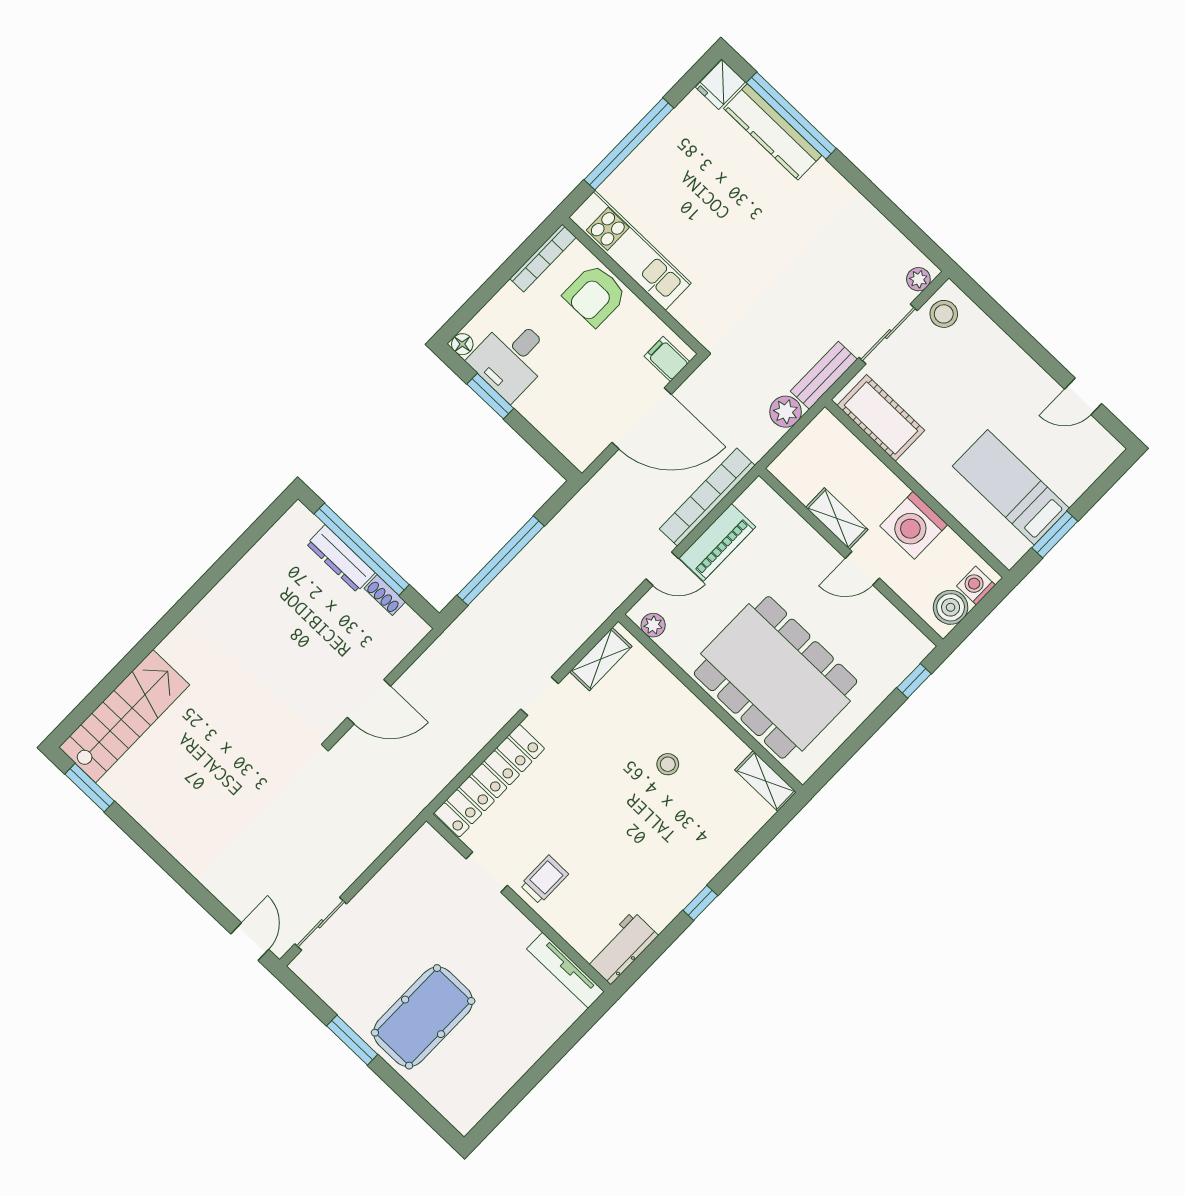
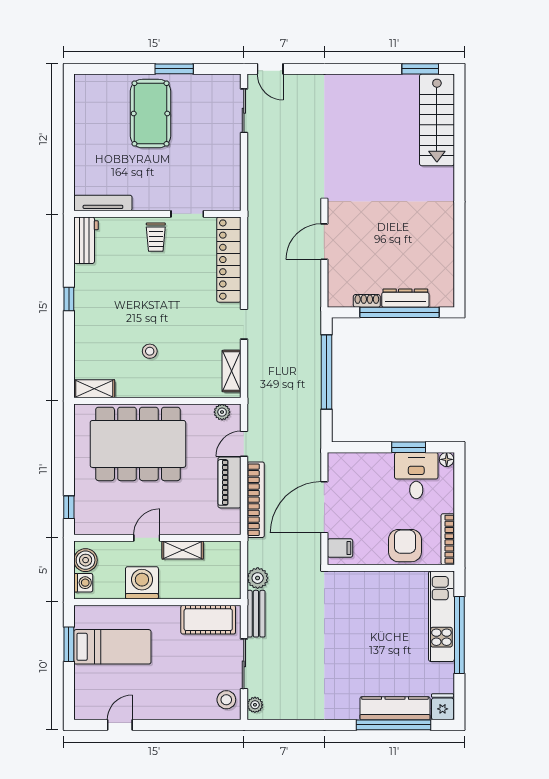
kitchen unit: (630, 250) -> (441, 616), moved, turned 90

